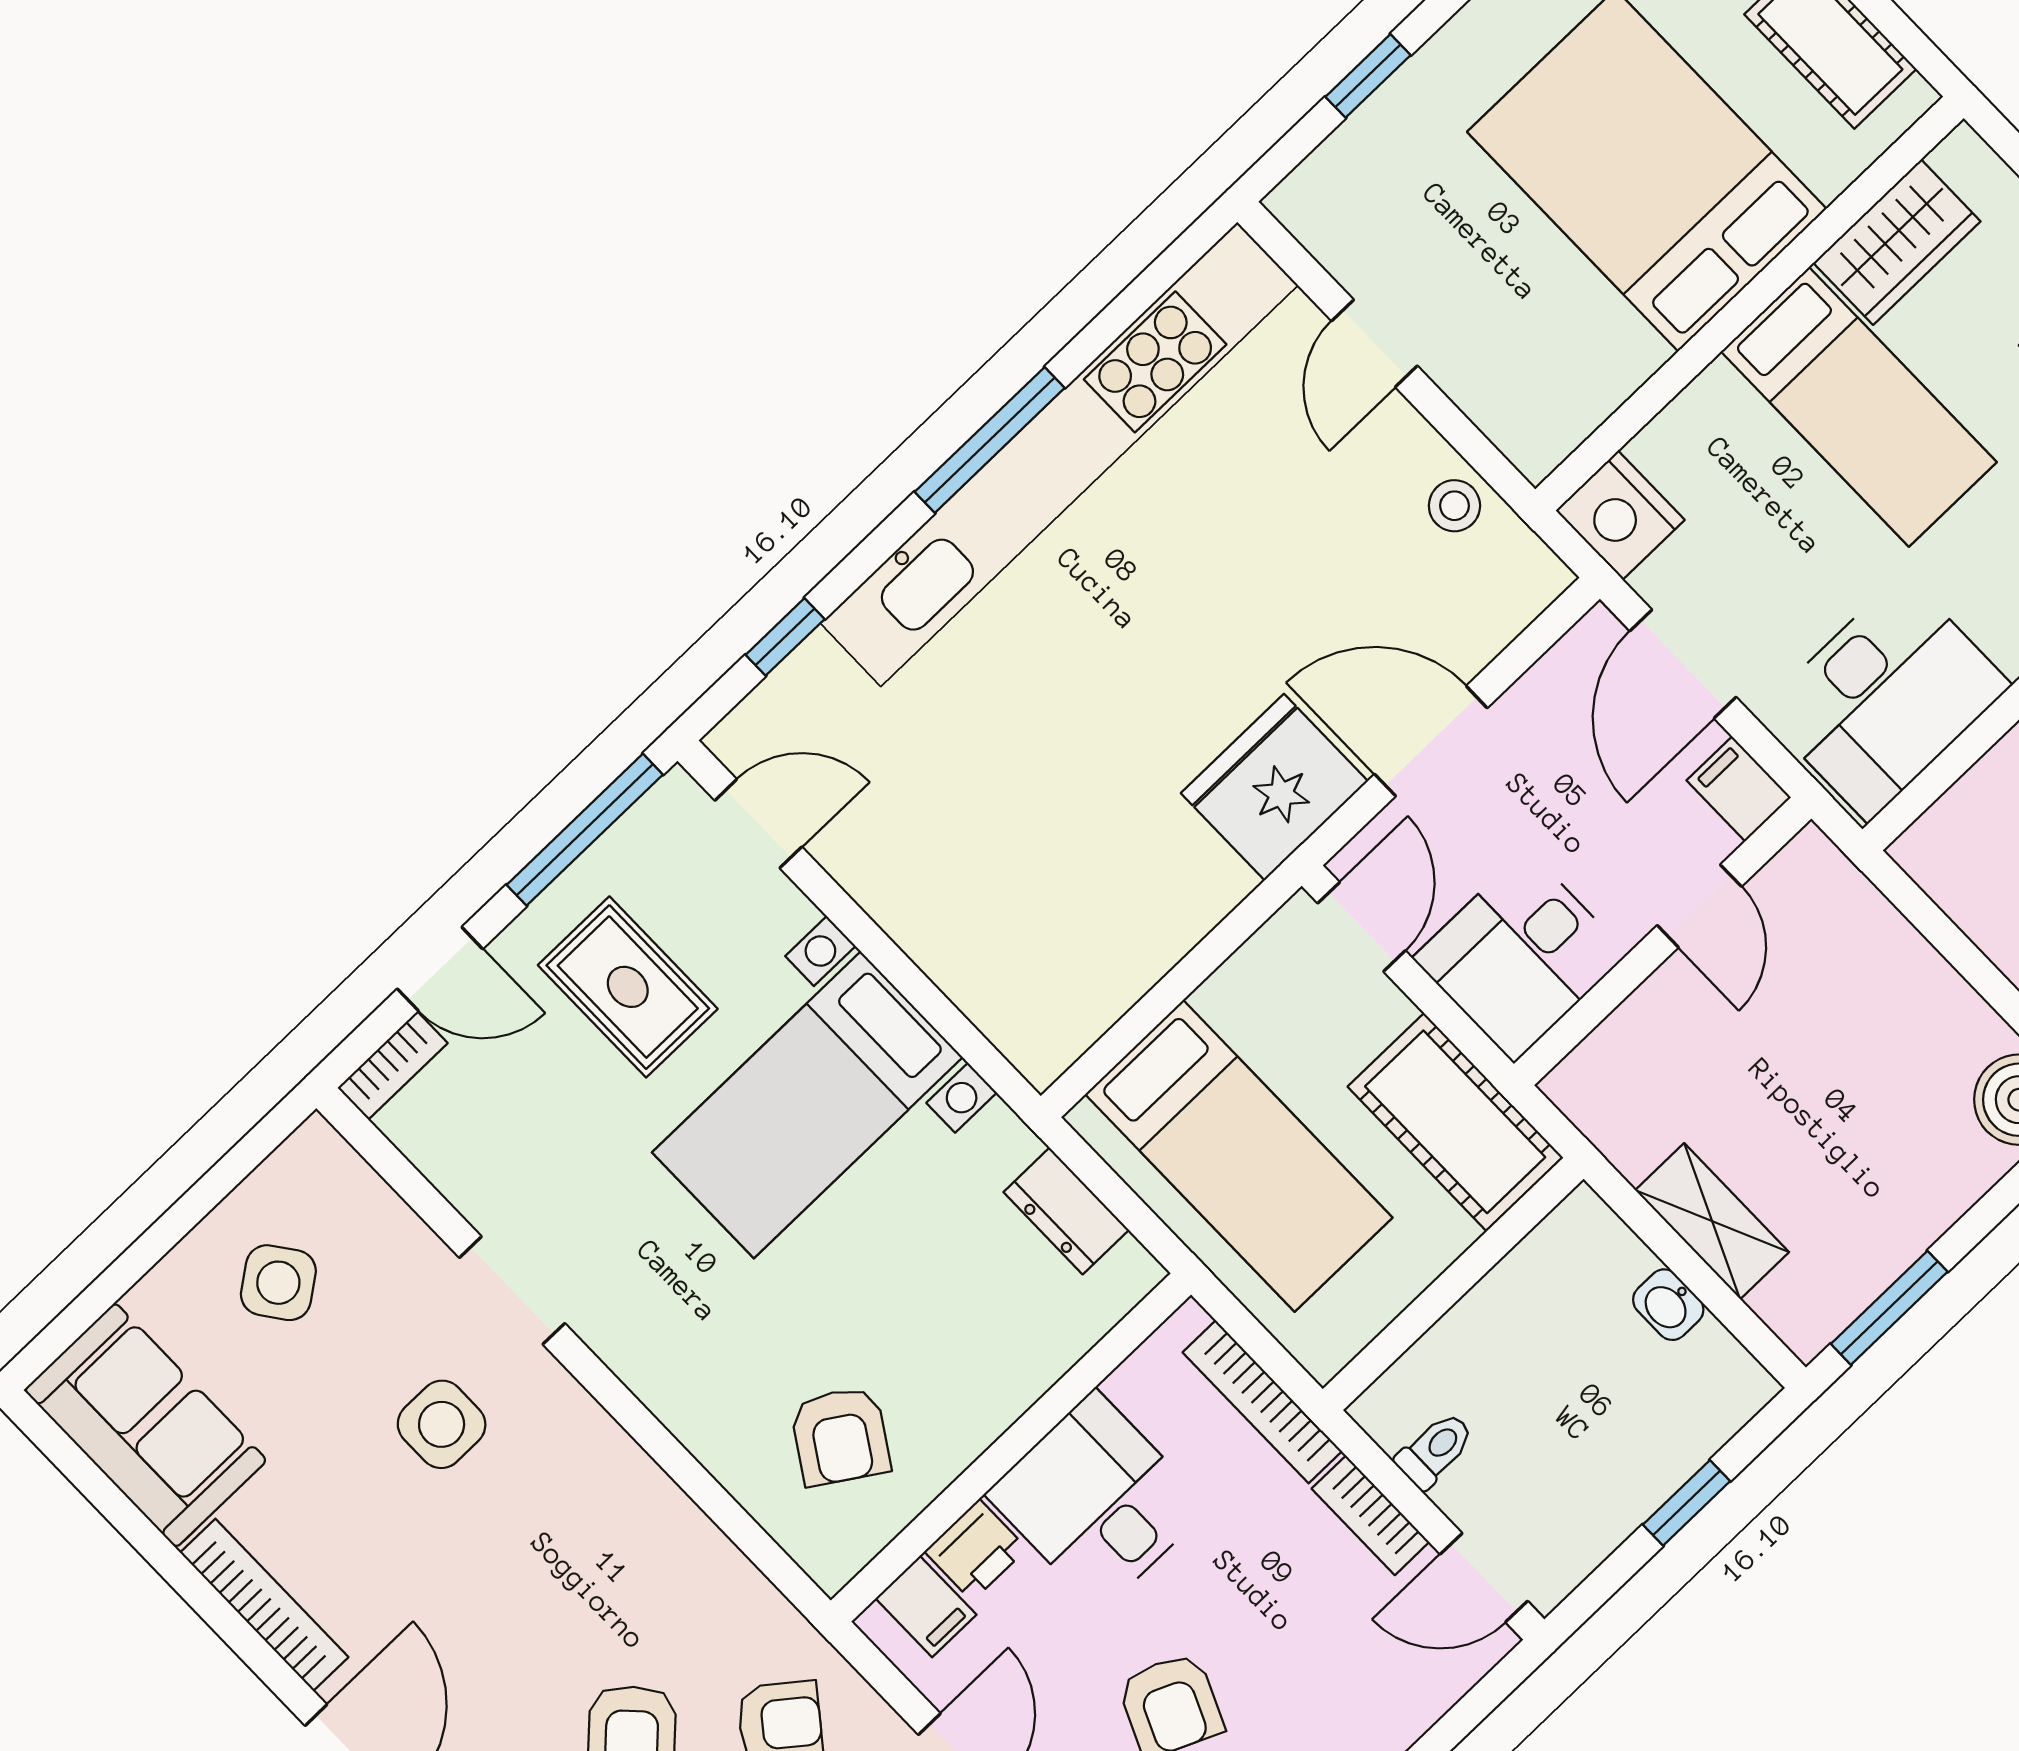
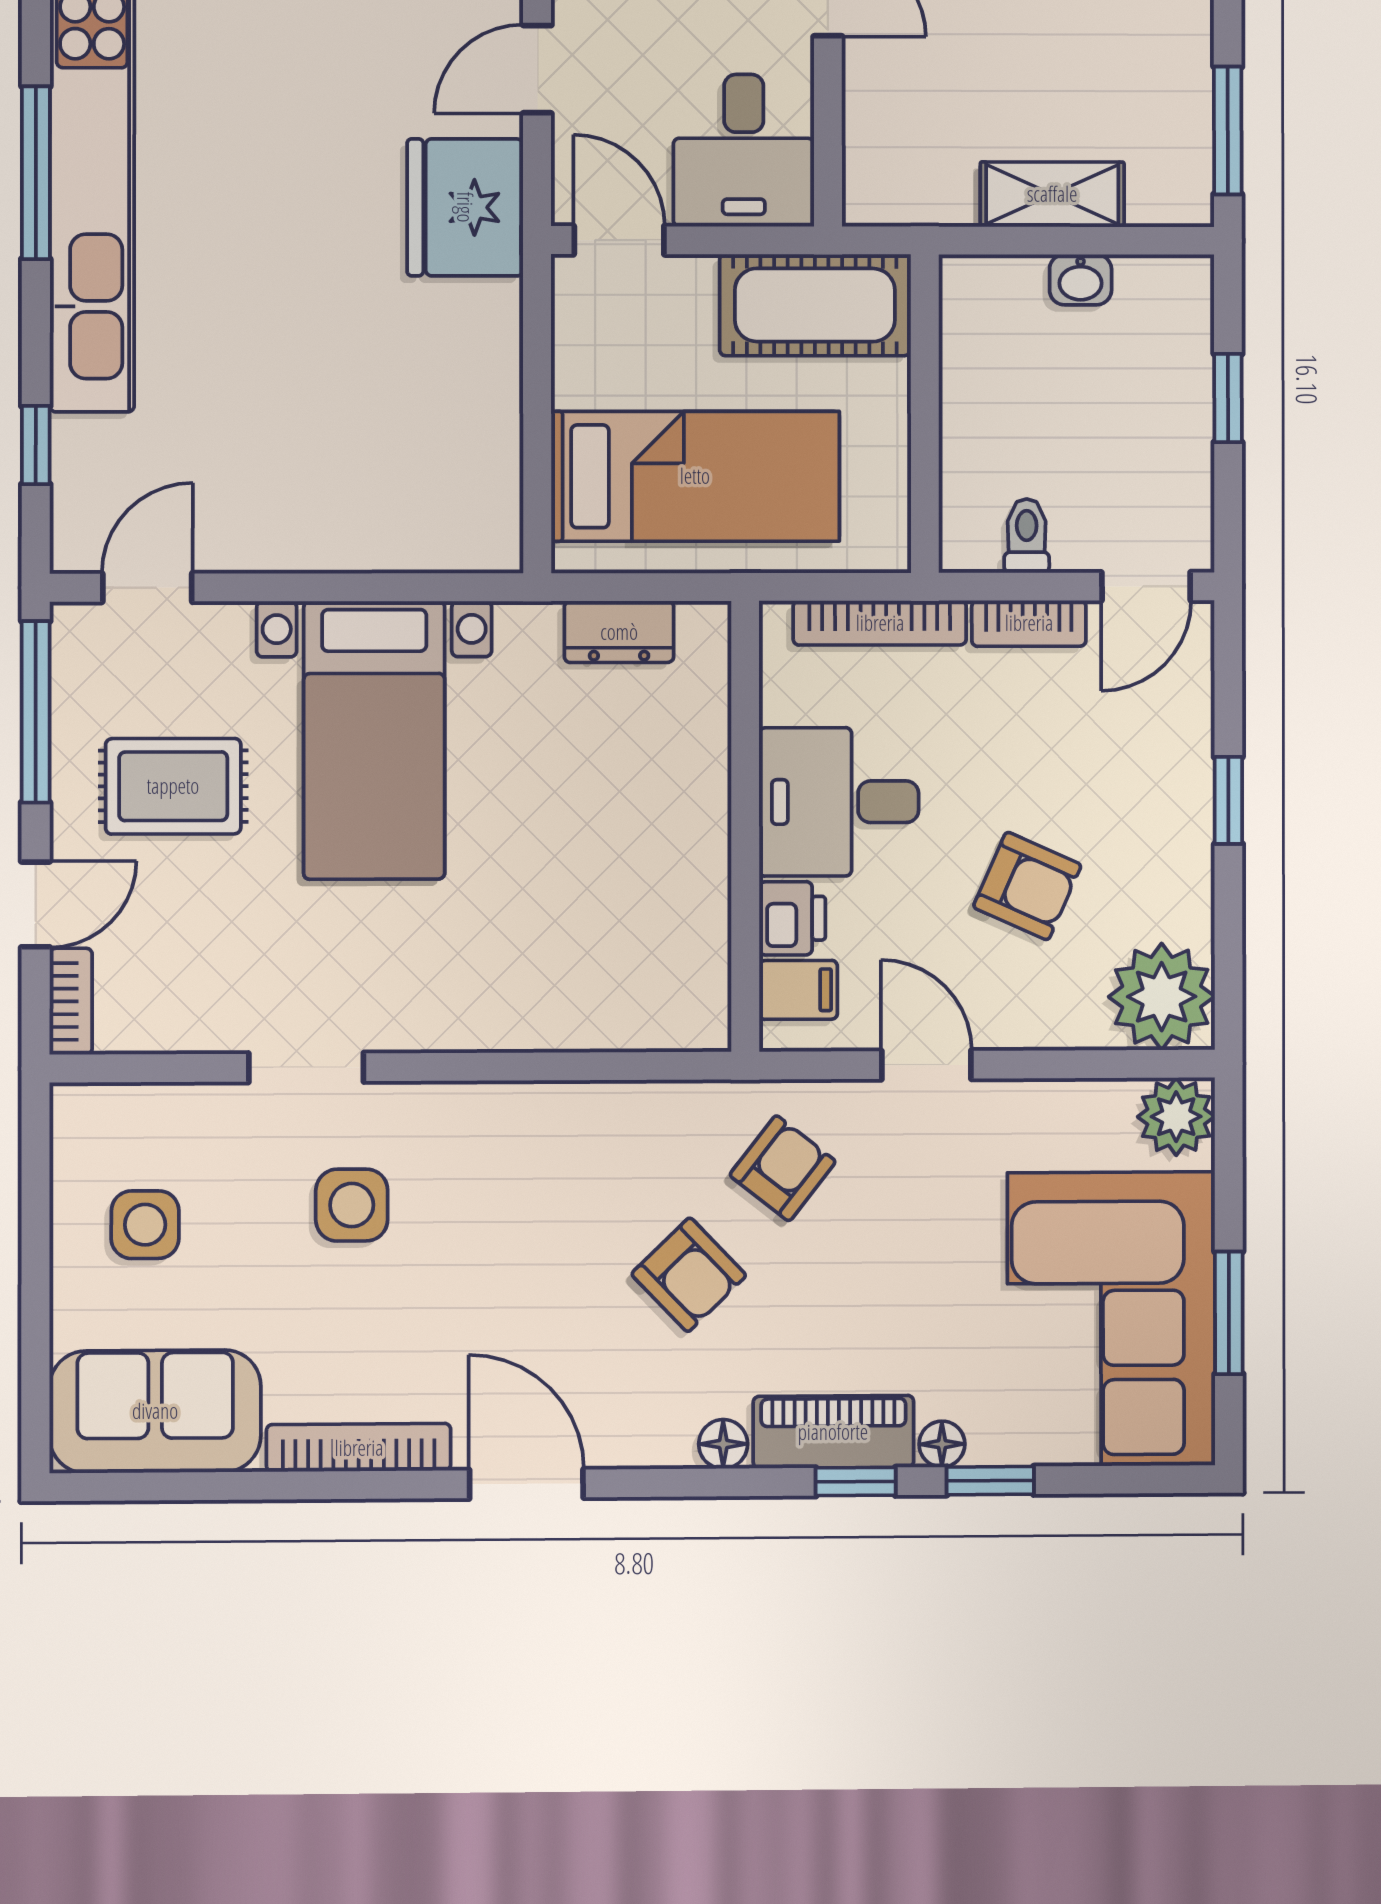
door: (1431, 741) -> (537, 69), width x0.73
side table: (278, 1283) -> (145, 1225), turned 36
armchair: (840, 1436) -> (625, 936), removed

